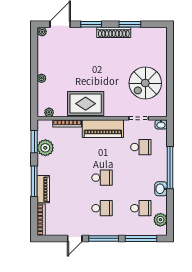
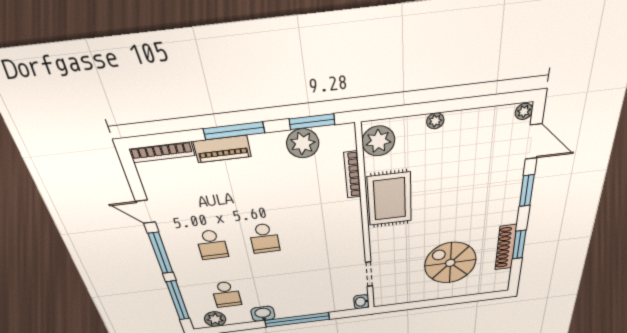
shoe rack: (114, 32) -> (506, 247), moved
spiral stairs: (145, 83) -> (450, 263), moved
plant: (49, 112) -> (378, 141), width x1.87, depth x1.87
piano: (103, 129) -> (348, 229), removed
school desk: (141, 147) -> (324, 282), removed

